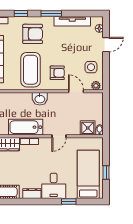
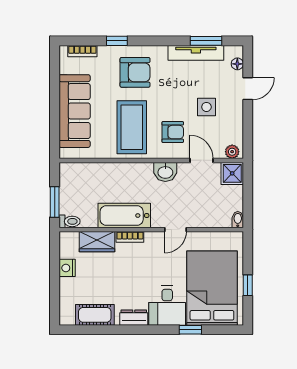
window: (51, 13) -> (206, 41), moved
side table: (91, 67) -> (206, 107), moved
washbasin: (40, 99) -> (165, 172), moved
shower: (88, 128) -> (232, 173), moved
bed: (88, 174) -> (212, 288), width x1.50

